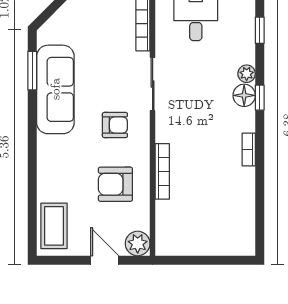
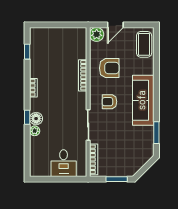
window: (260, 30) -> (27, 52), moved
sofa: (55, 89) -> (143, 100), moved
door: (105, 260) -> (115, 25), hinge flipped

